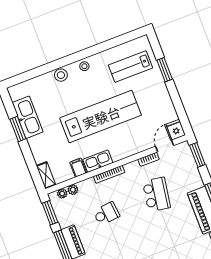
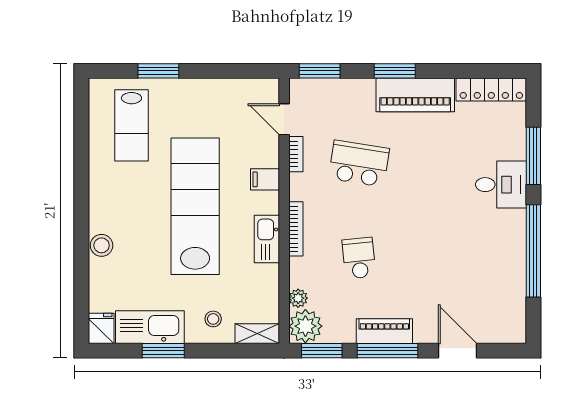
stool: (84, 66) -> (213, 319), moved
fridge: (176, 130) -> (101, 328), moved, turned 90
filing cabinet: (78, 168) -> (265, 179), moved
plant: (62, 193) -> (305, 326), width x1.88, depth x1.88

